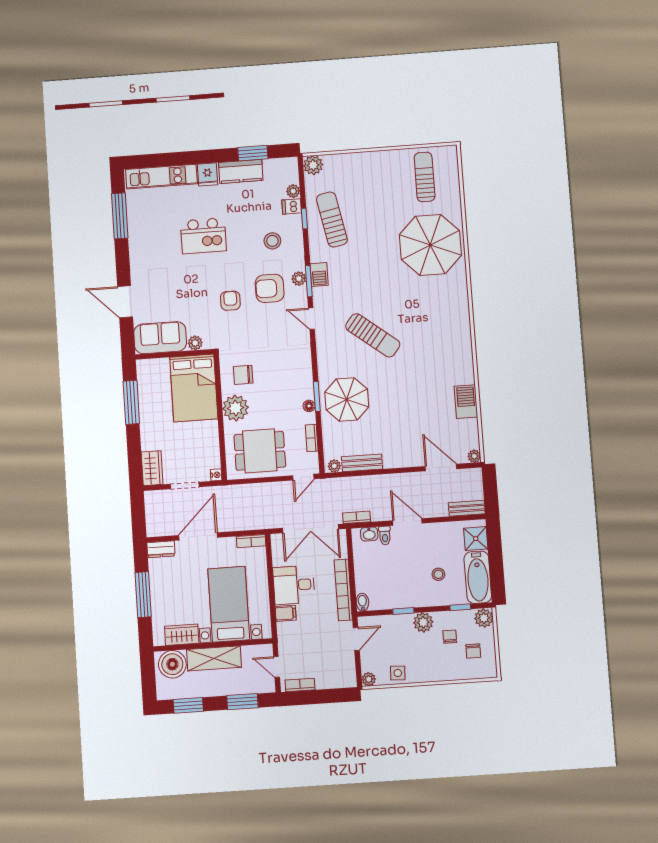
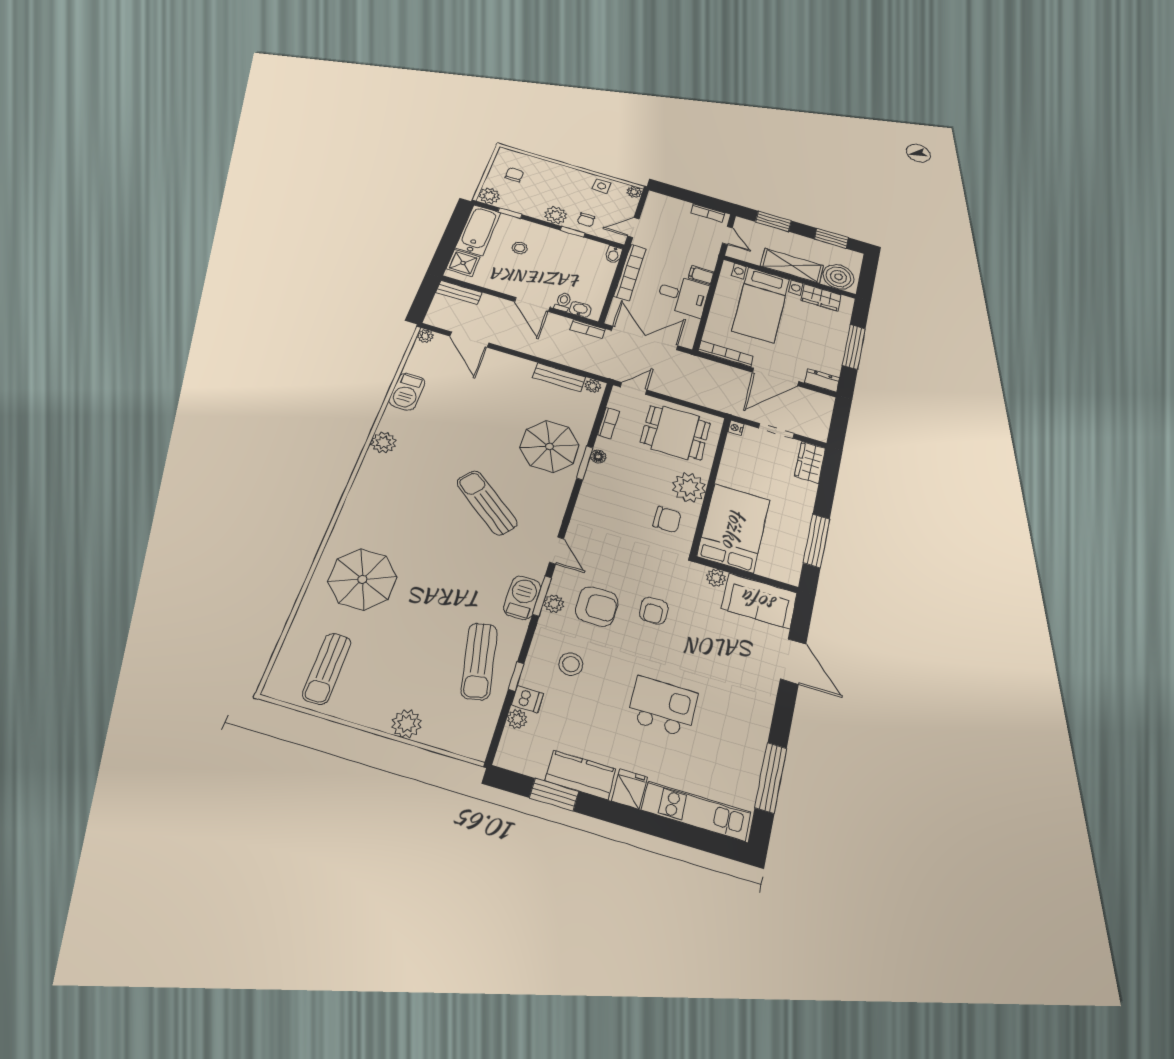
plant: (313, 165) -> (407, 724), moved
parasol: (430, 245) -> (362, 579), width x0.73, depth x0.73
barbecue: (319, 275) -> (522, 598), width x1.38, depth x1.27
plant: (463, 353) -> (383, 442), added
bookcase: (251, 541) -> (726, 354), width x1.56
chair: (450, 637) -> (586, 220), moved

